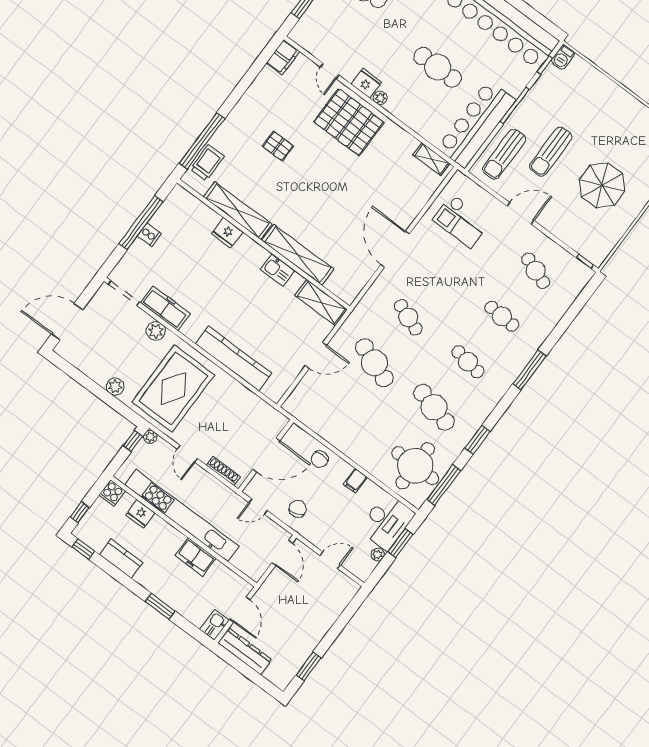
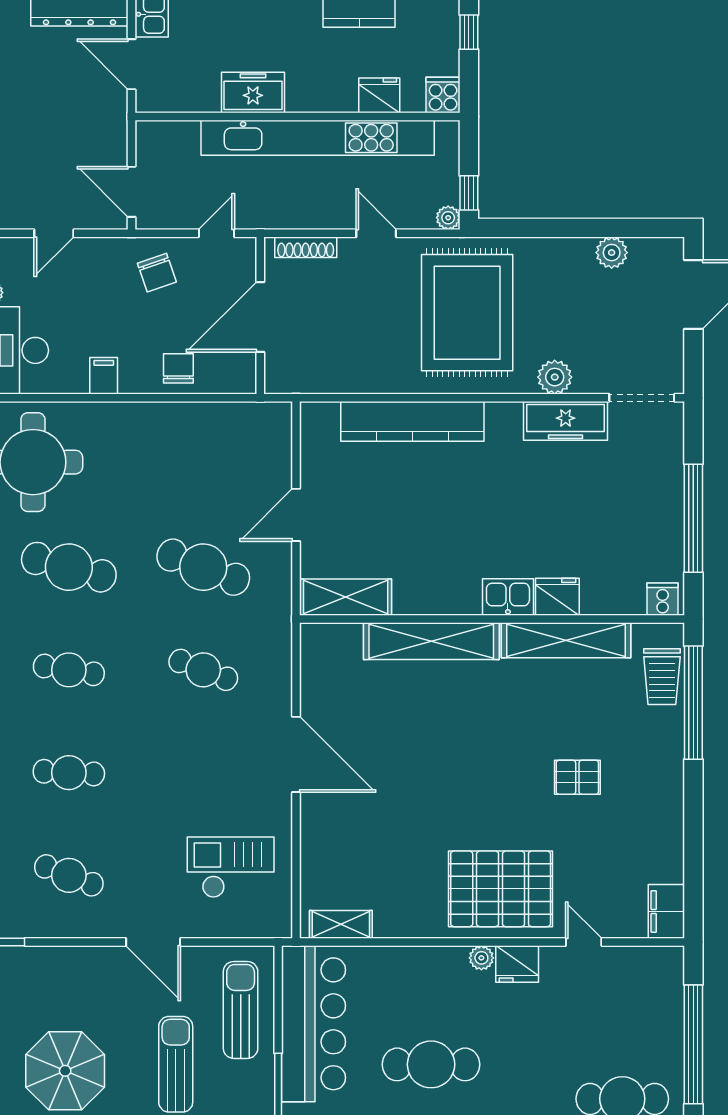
door: (520, 213) -> (153, 942), hinge flipped
cooker: (149, 235) -> (663, 599), moved, turned 90
kitchen sink: (277, 270) -> (508, 597), moved
plant: (115, 387) -> (612, 253), moved

